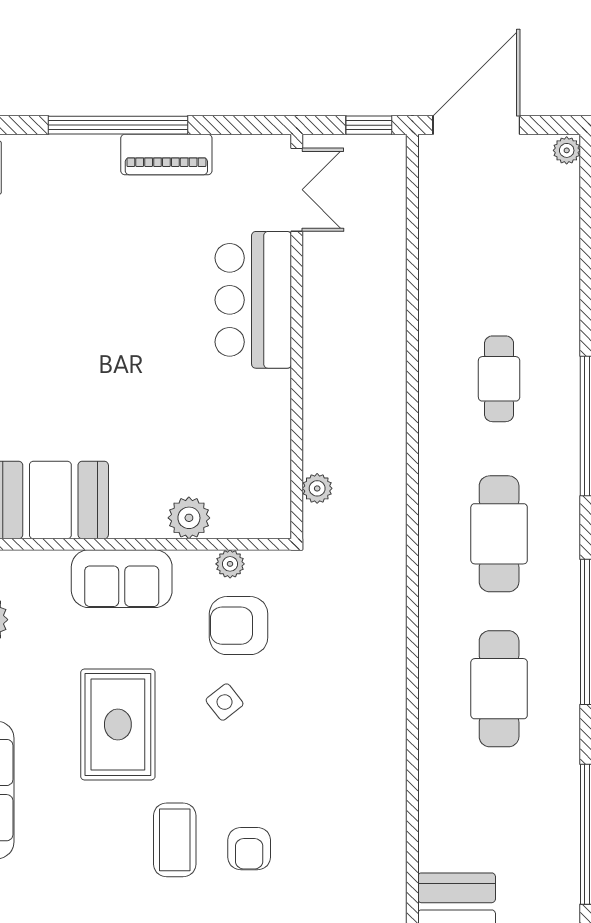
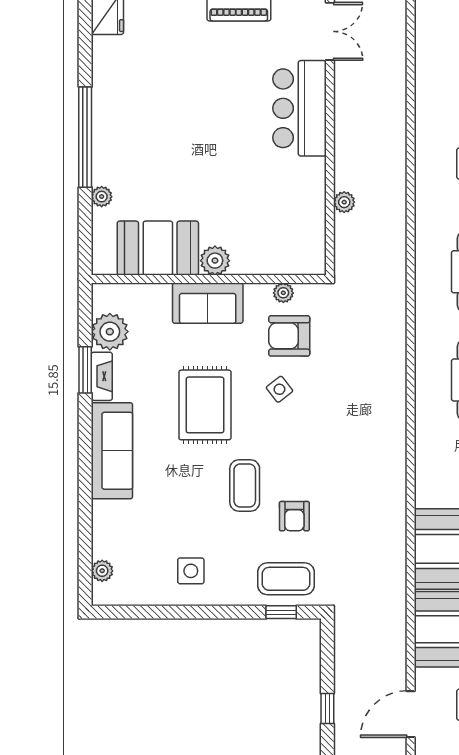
plant: (317, 488) -> (344, 202), moved
plant: (189, 518) -> (215, 261), moved
armchair: (249, 849) -> (294, 516), moved

